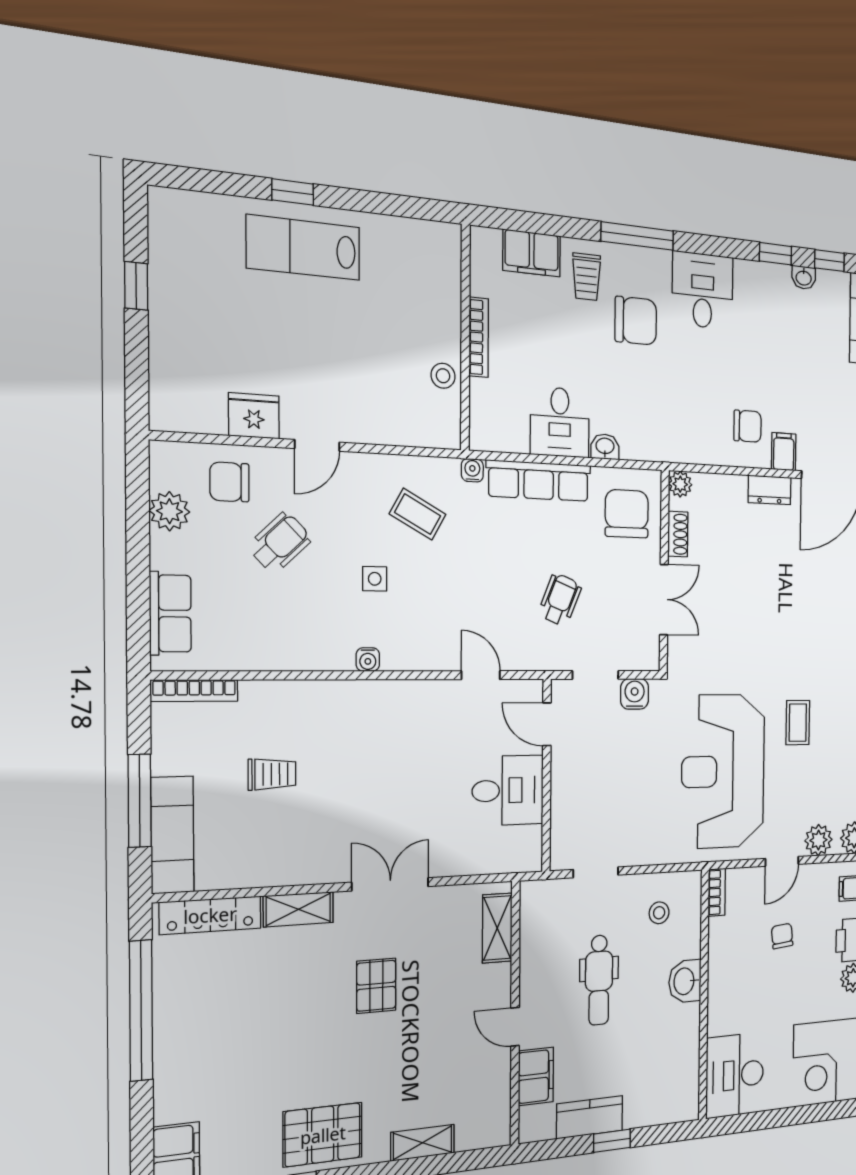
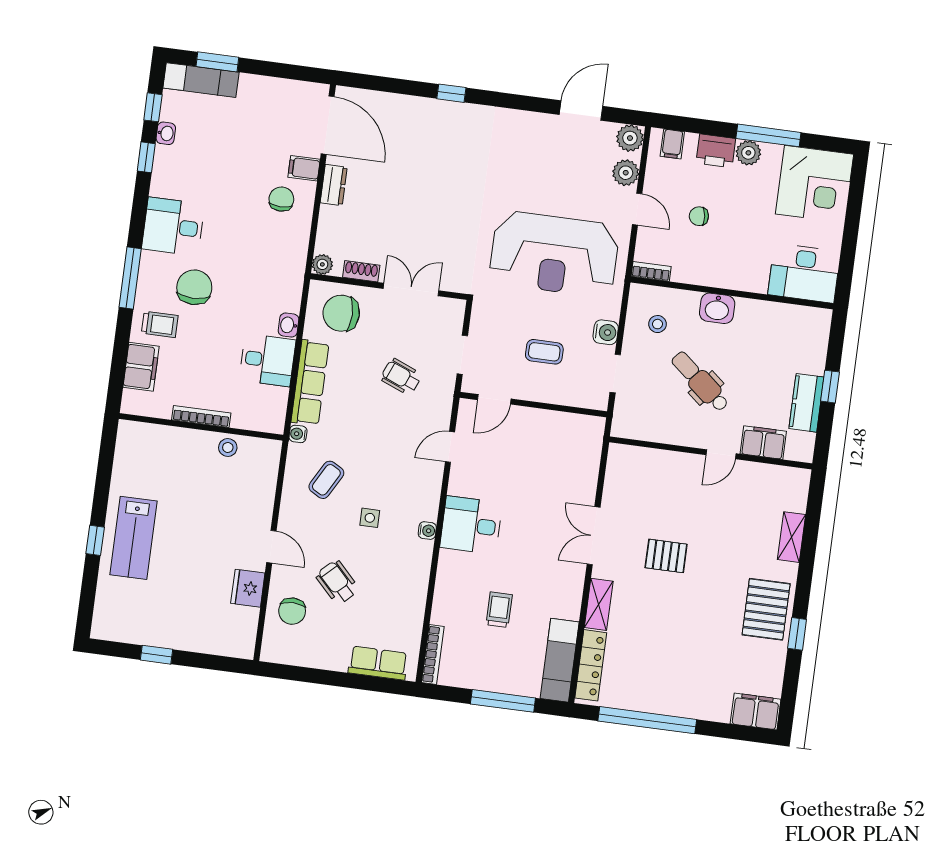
plant: (169, 511) -> (309, 654), removed
water cooler: (635, 694) -> (606, 332), moved, turned 180
coffee table: (798, 723) -> (544, 352), moved
desk: (508, 790) -> (471, 525), moved, turned -90
exam couch: (172, 835) -> (560, 660), moved, turned -90
shelving: (497, 928) -> (642, 459), removed
dental chair: (599, 980) -> (700, 382), turned -140

